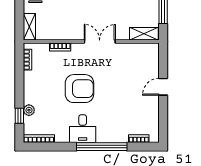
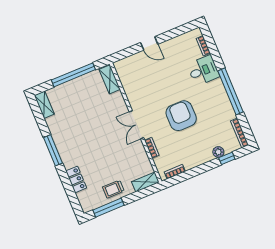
double door: (100, 41) -> (137, 125), moved
desk: (83, 129) -> (203, 70), moved
window: (102, 147) -> (230, 91), moved

